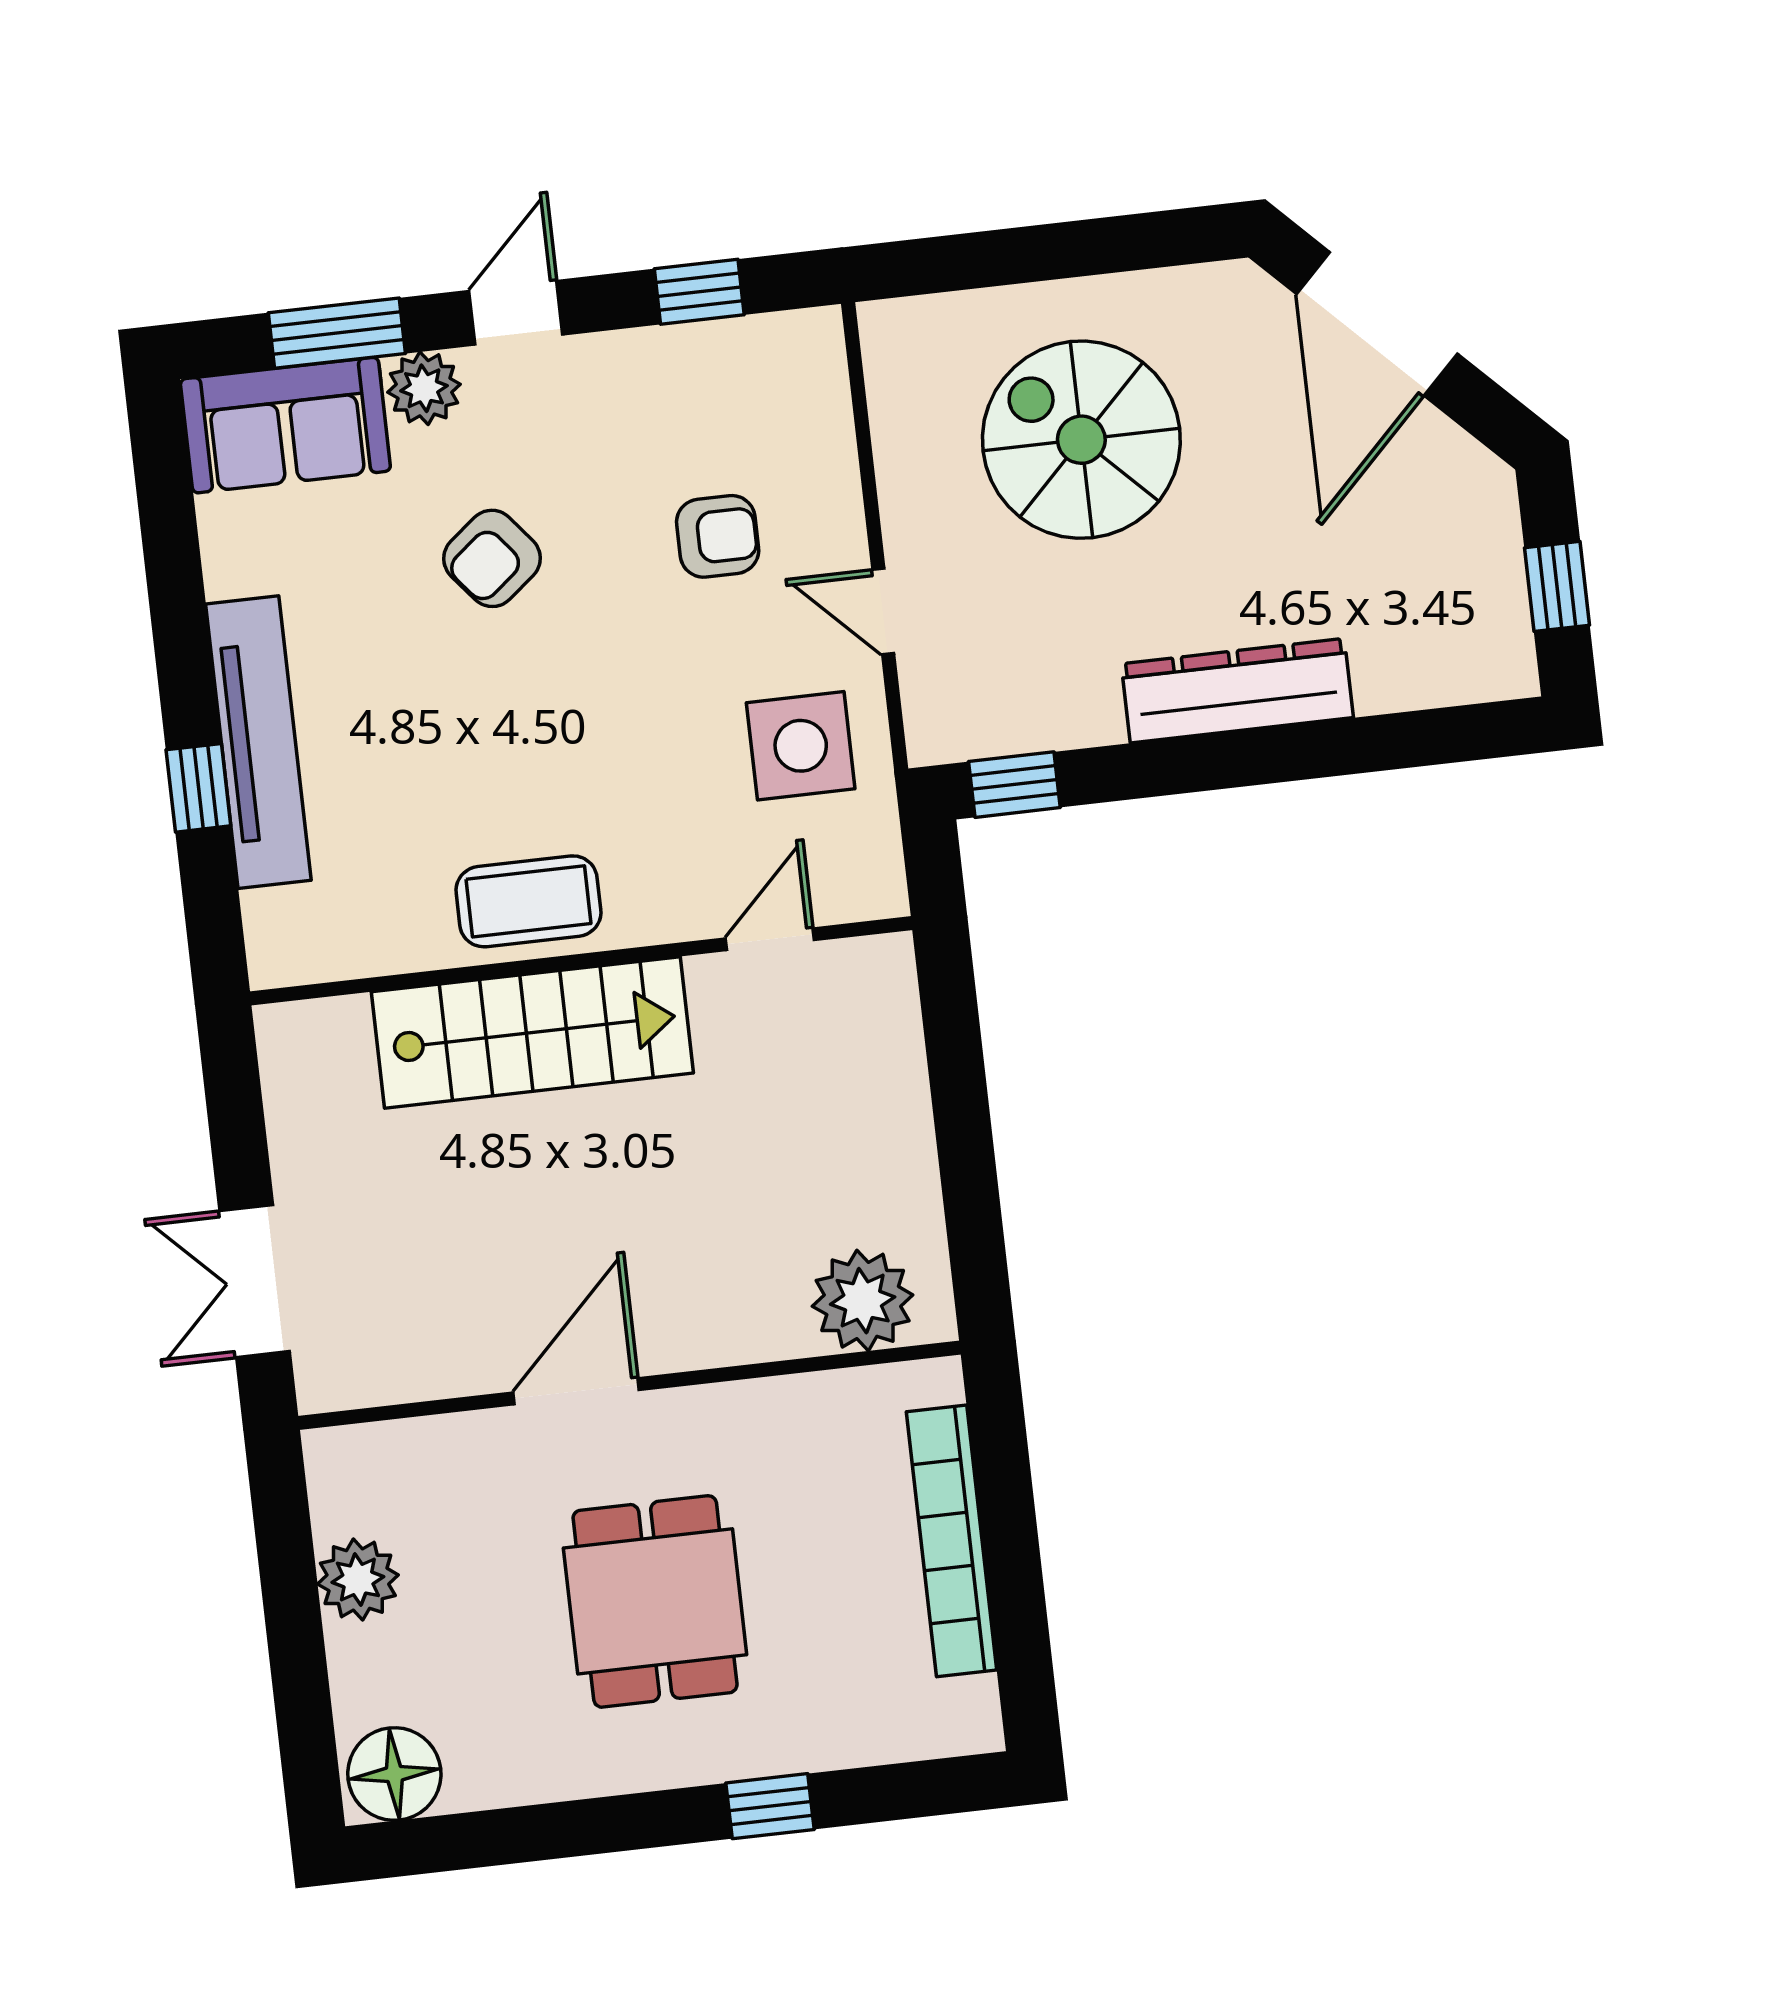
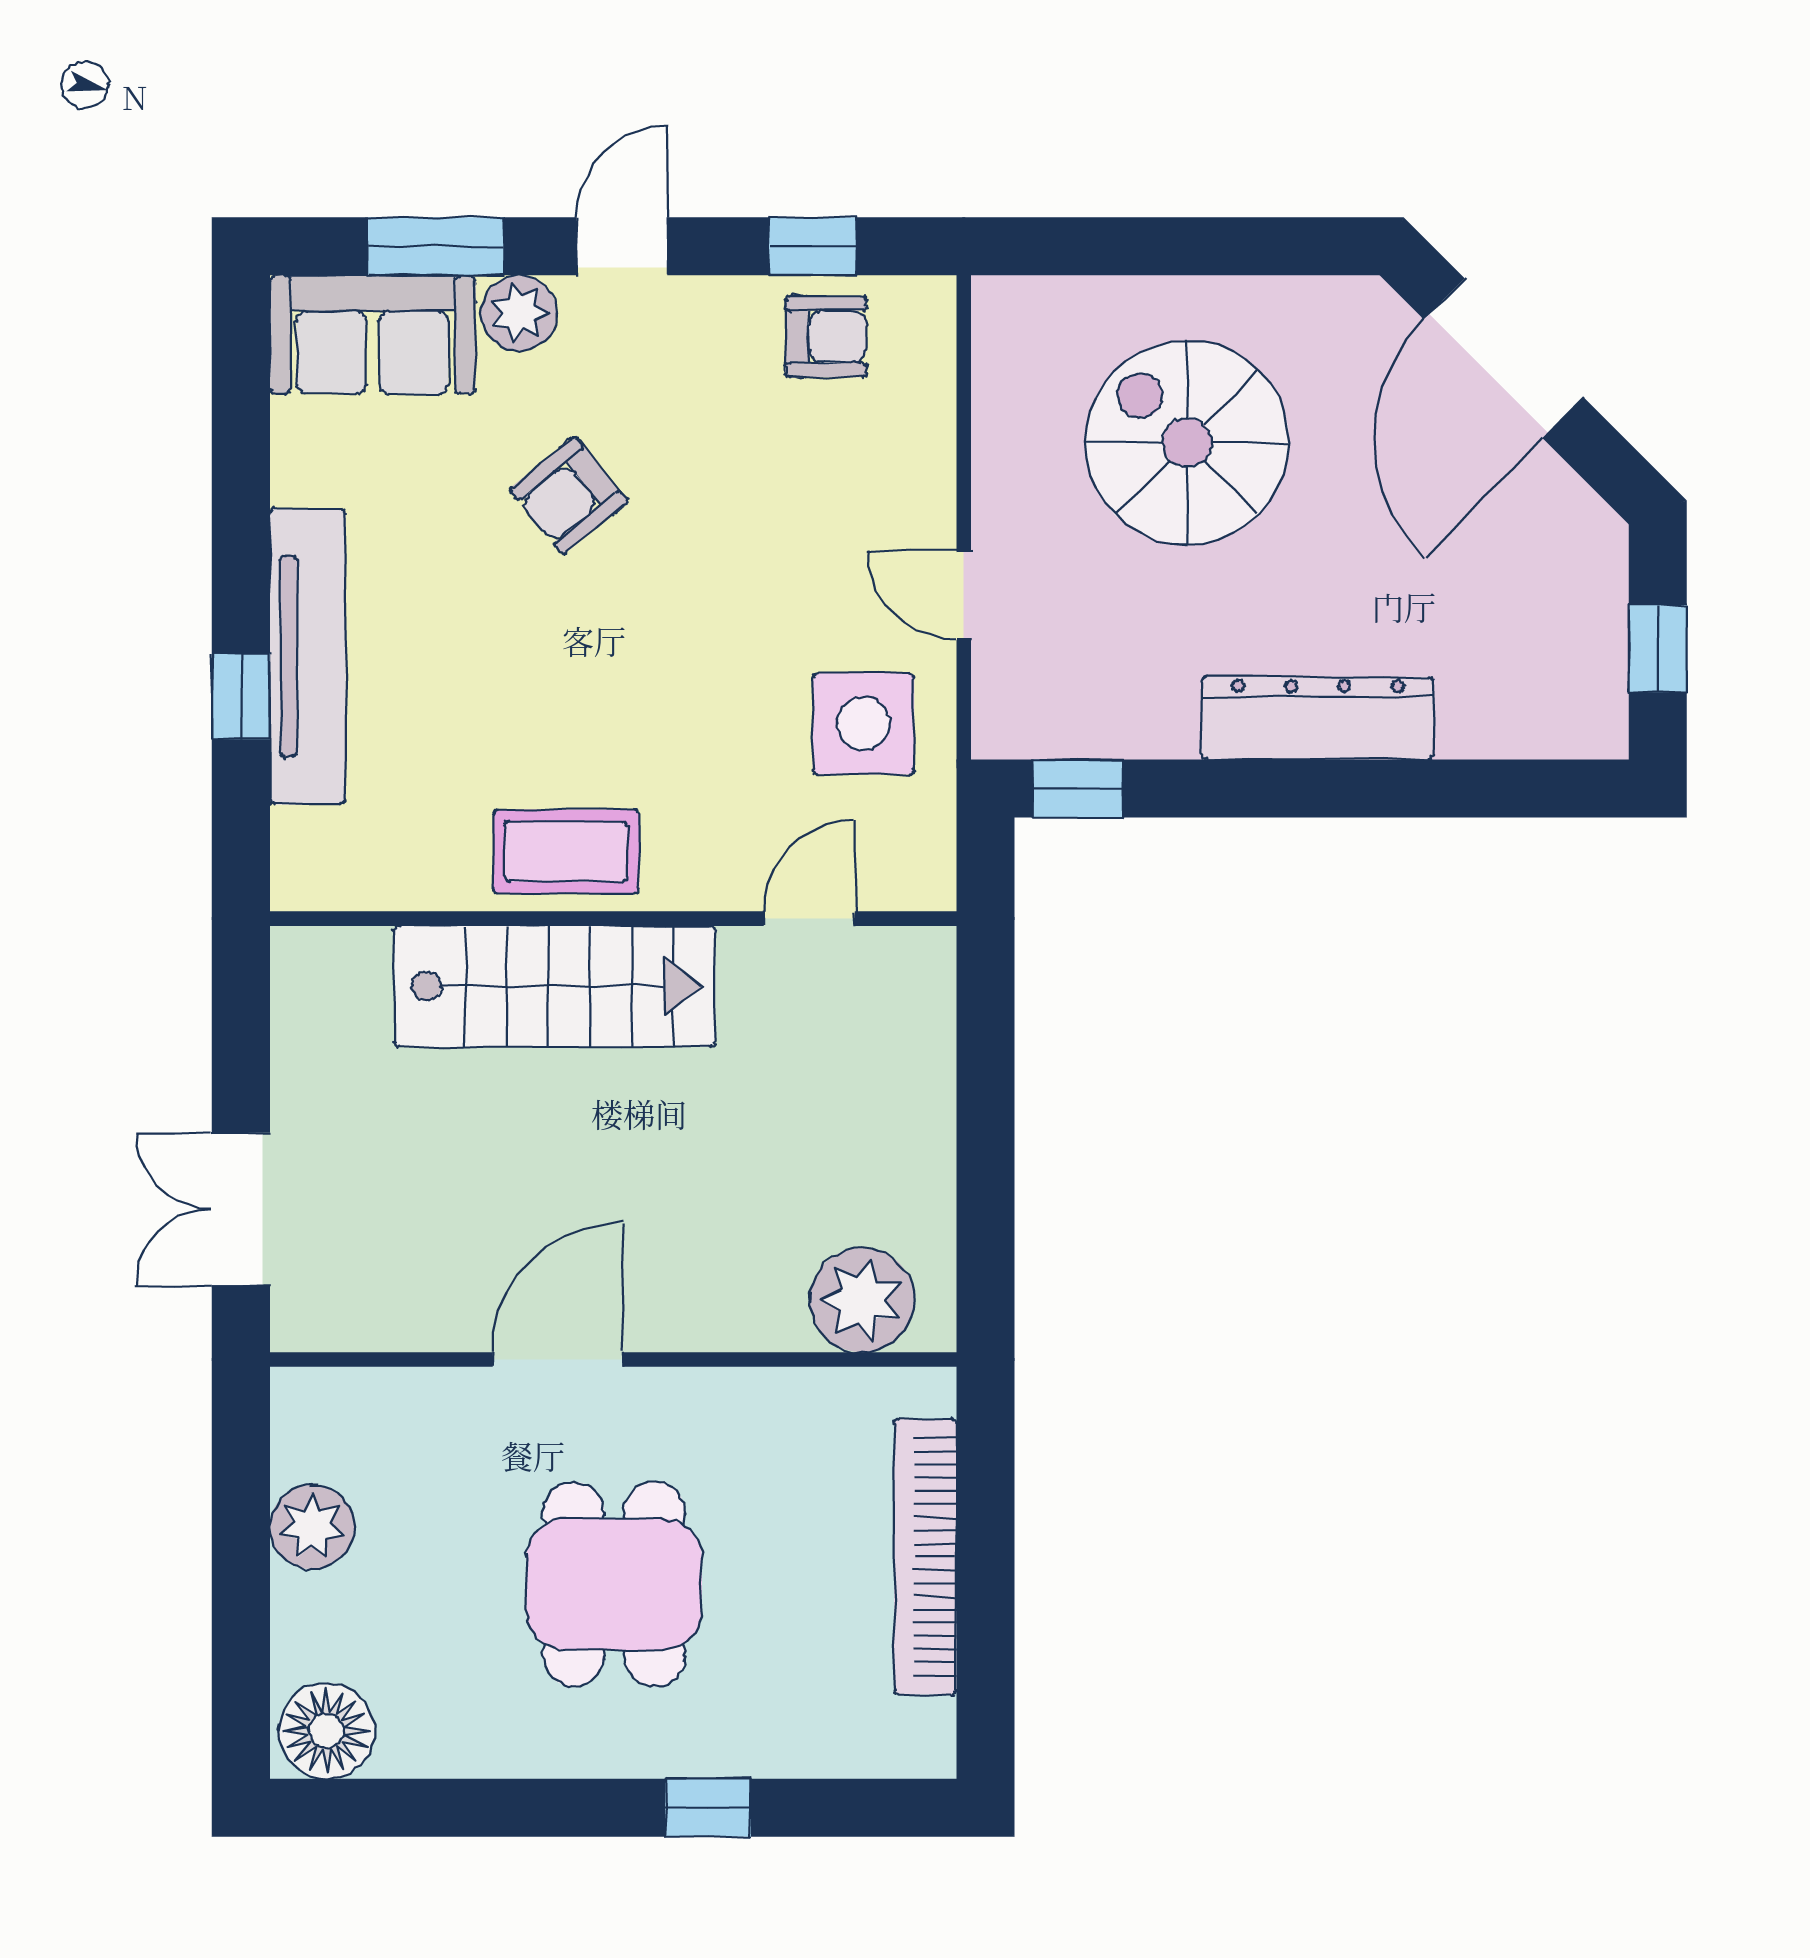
armchair: (718, 536) -> (826, 337), moved

